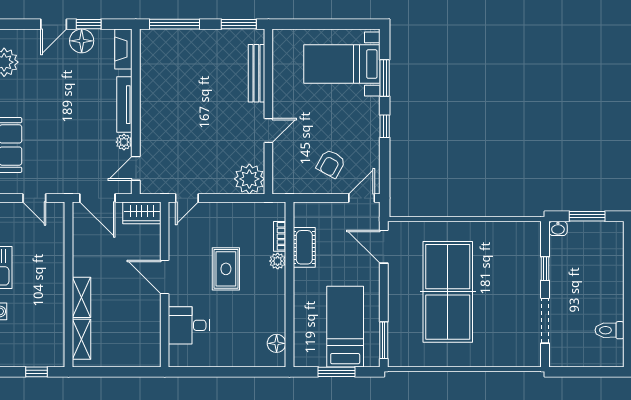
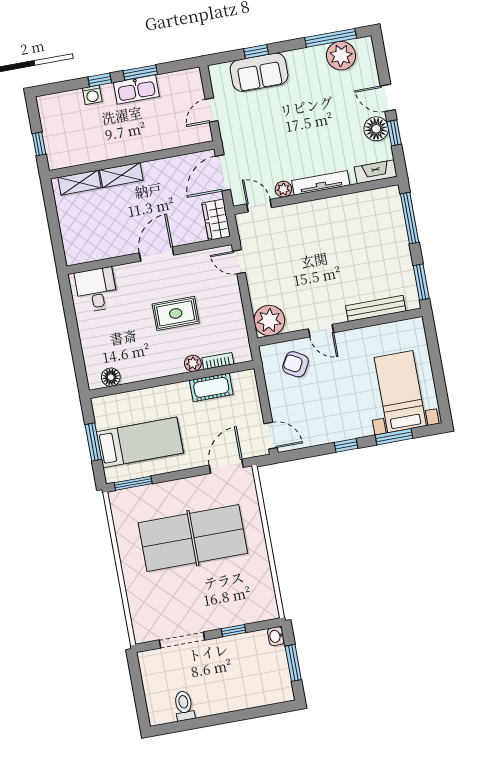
armchair: (331, 164) -> (296, 364), moved
desk: (189, 325) -> (96, 290), moved

